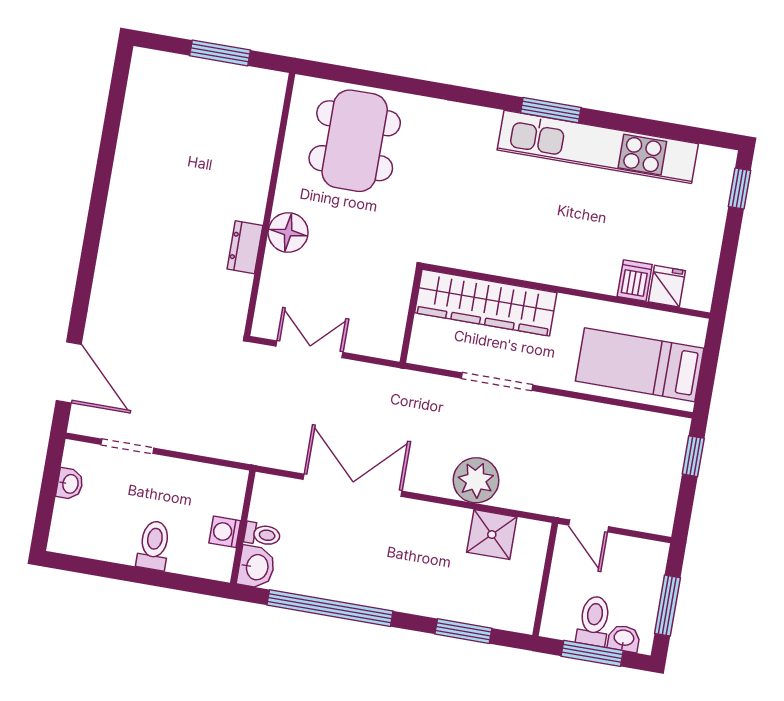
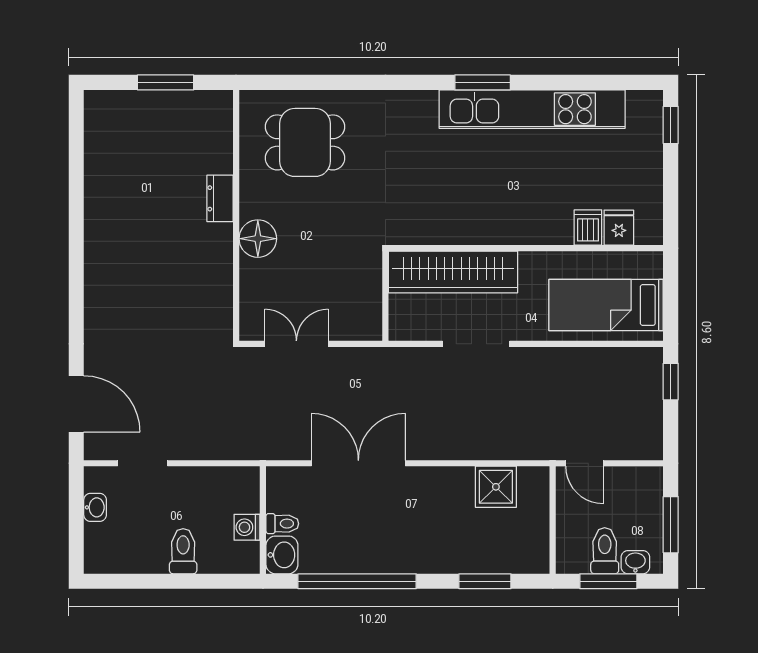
dining table: (355, 141) -> (305, 142), width x0.73
dresser: (245, 247) -> (220, 198), moved
plant: (476, 480) -> (472, 439), removed

